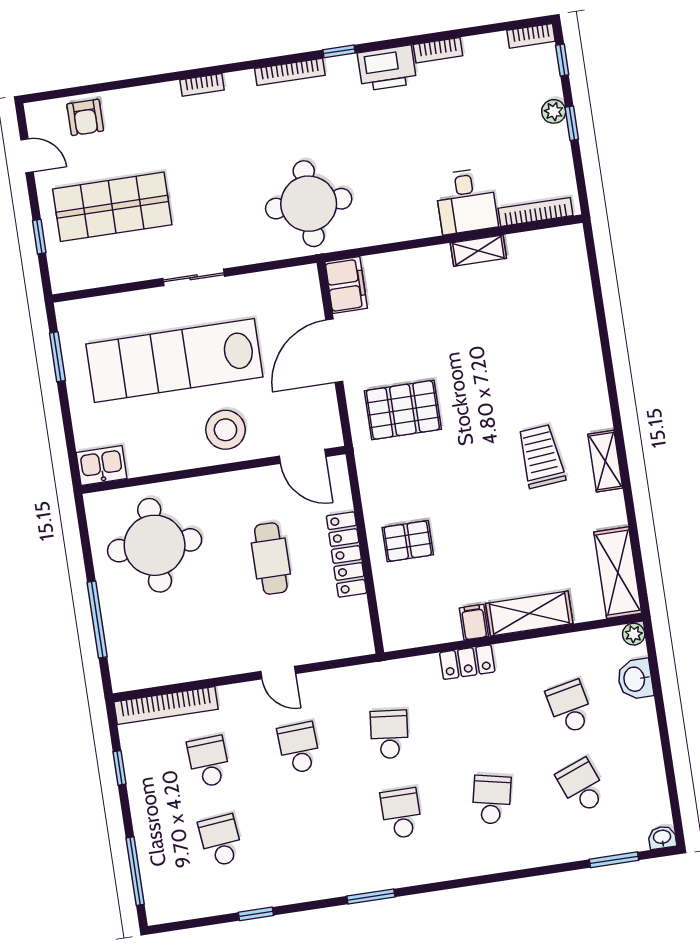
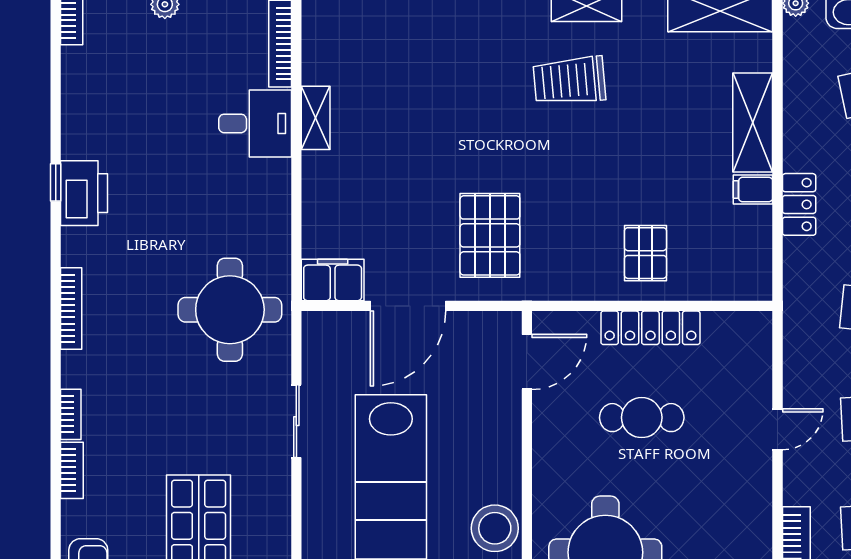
bookcase: (438, 50) -> (72, 470), moved
window: (339, 51) -> (56, 182), moved
sliding door: (194, 277) -> (296, 421), moved
door: (334, 351) -> (408, 306), hinge flipped
stool: (225, 430) -> (495, 528), moved

